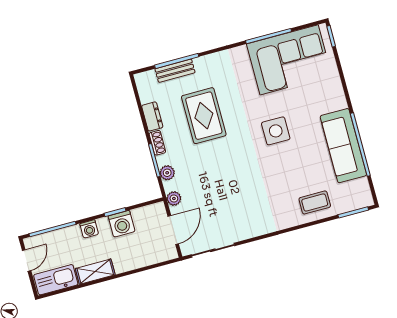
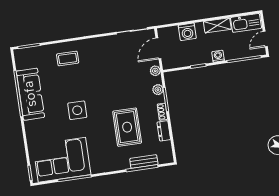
coffee table: (315, 202) -> (68, 58), moved
washing machine: (122, 224) -> (187, 32), moved, turned 180

